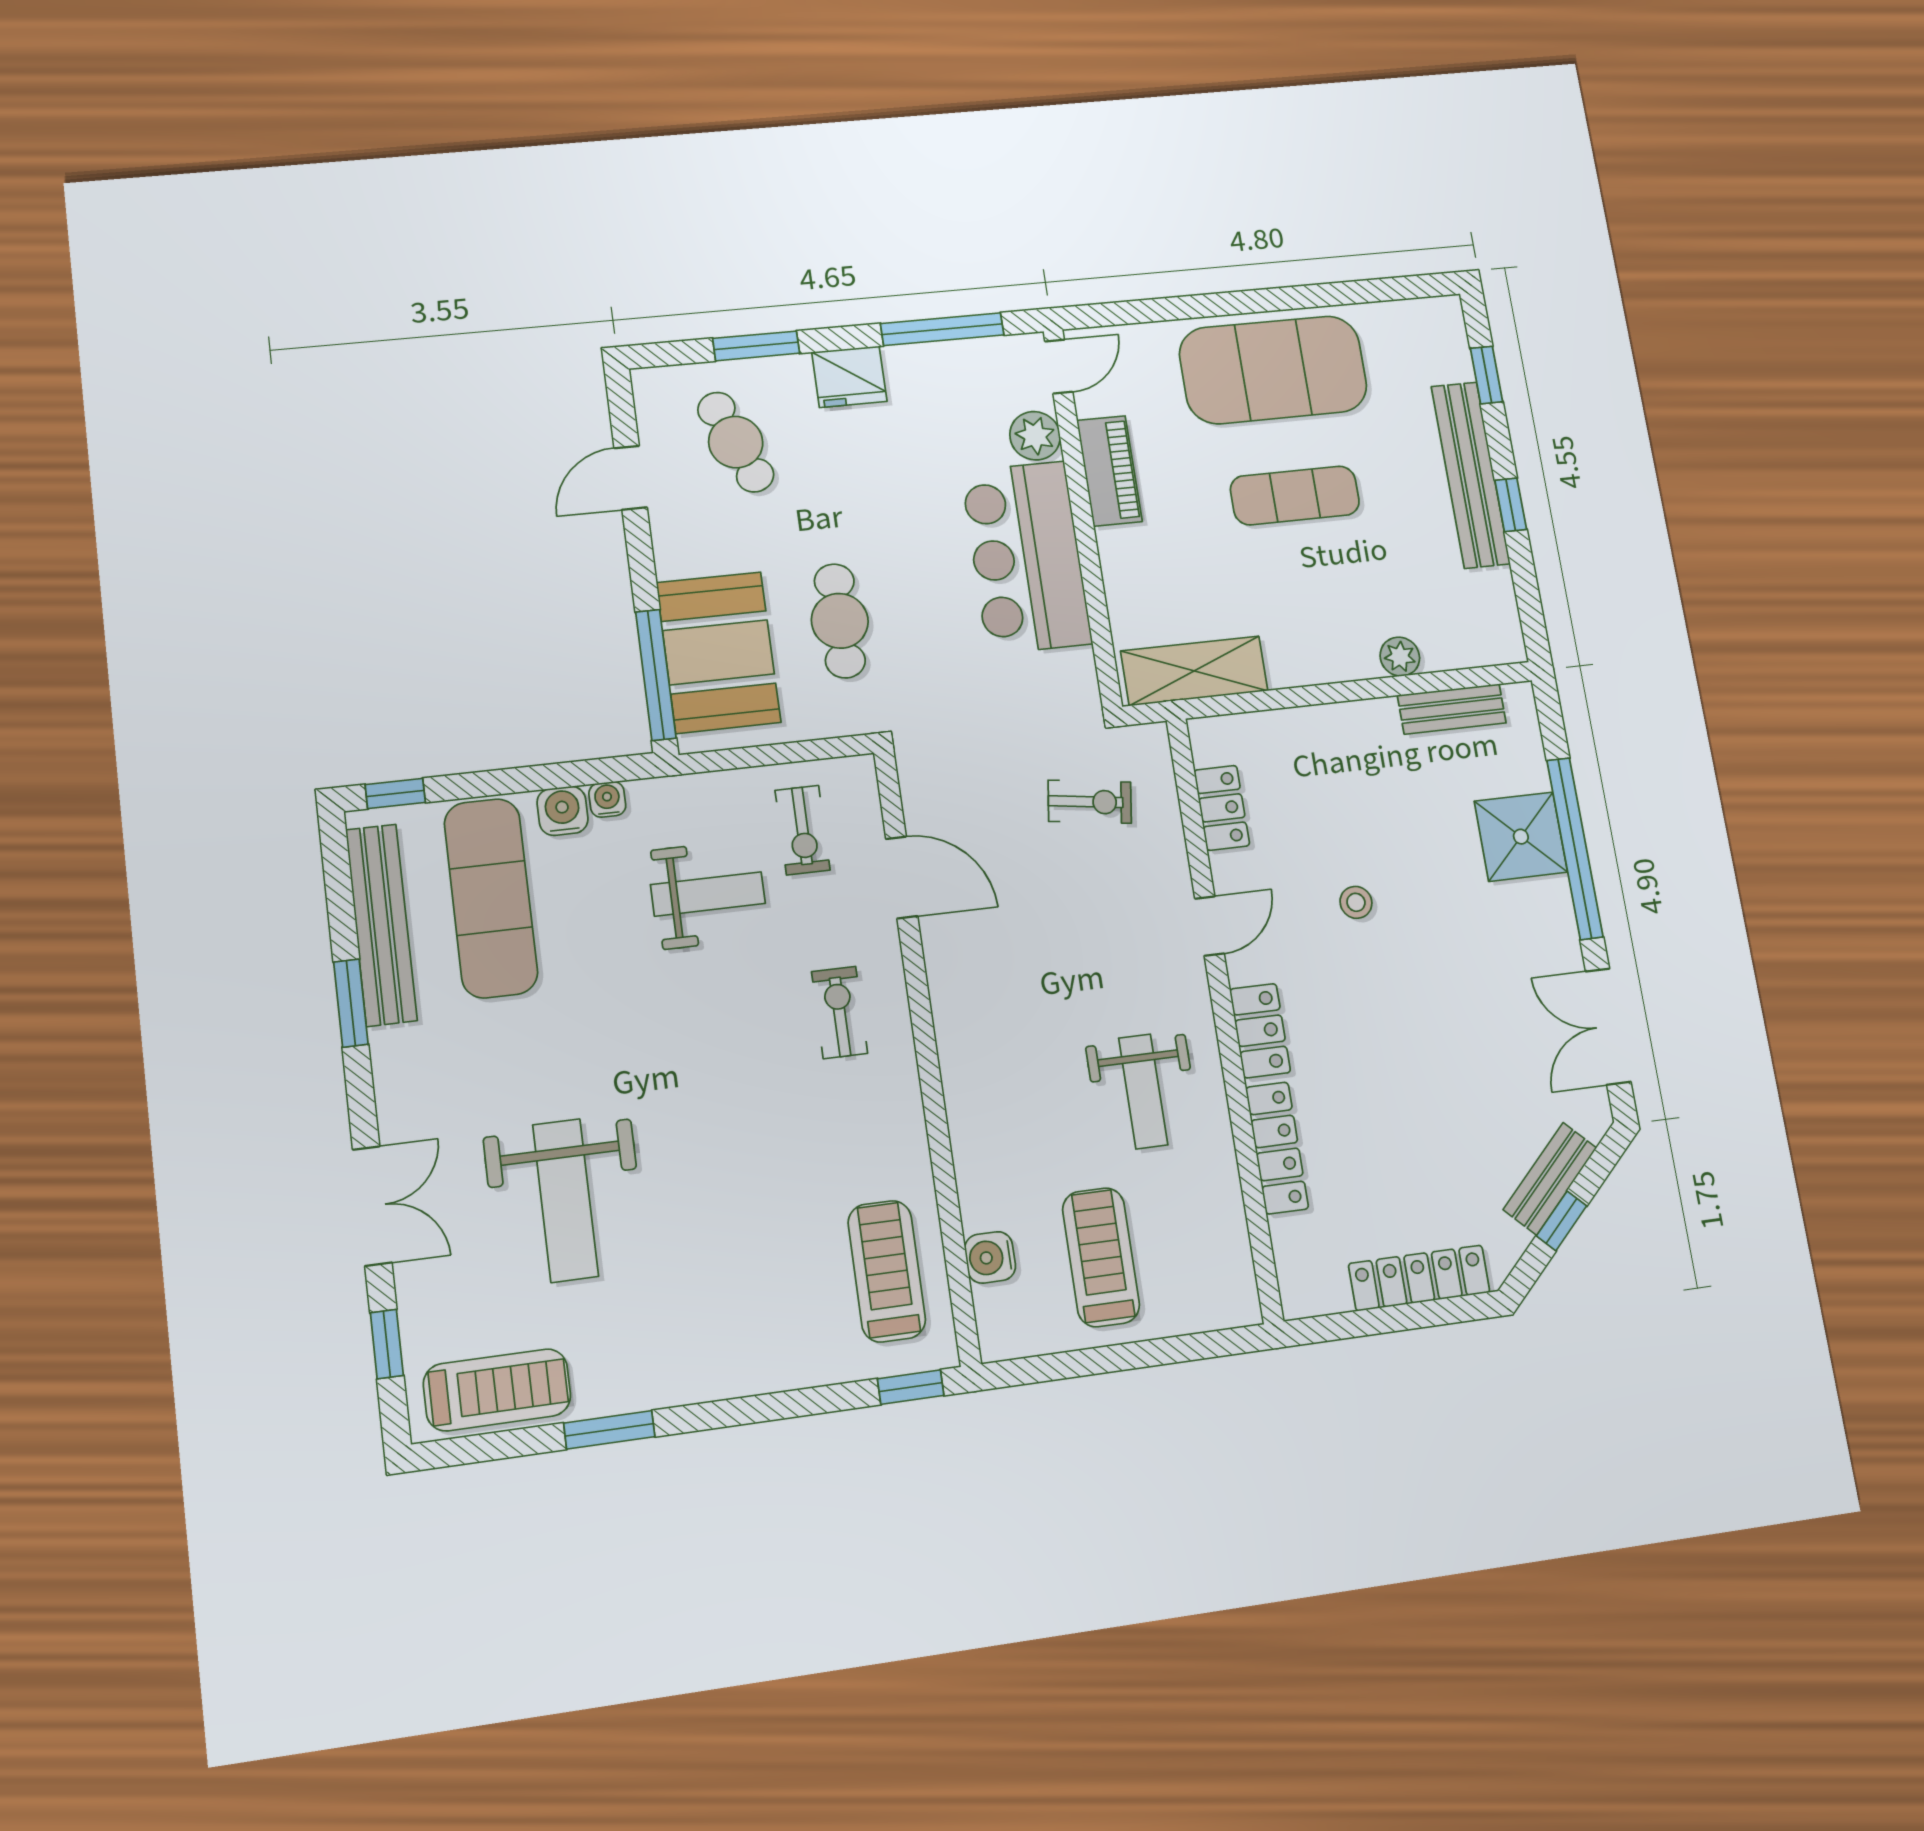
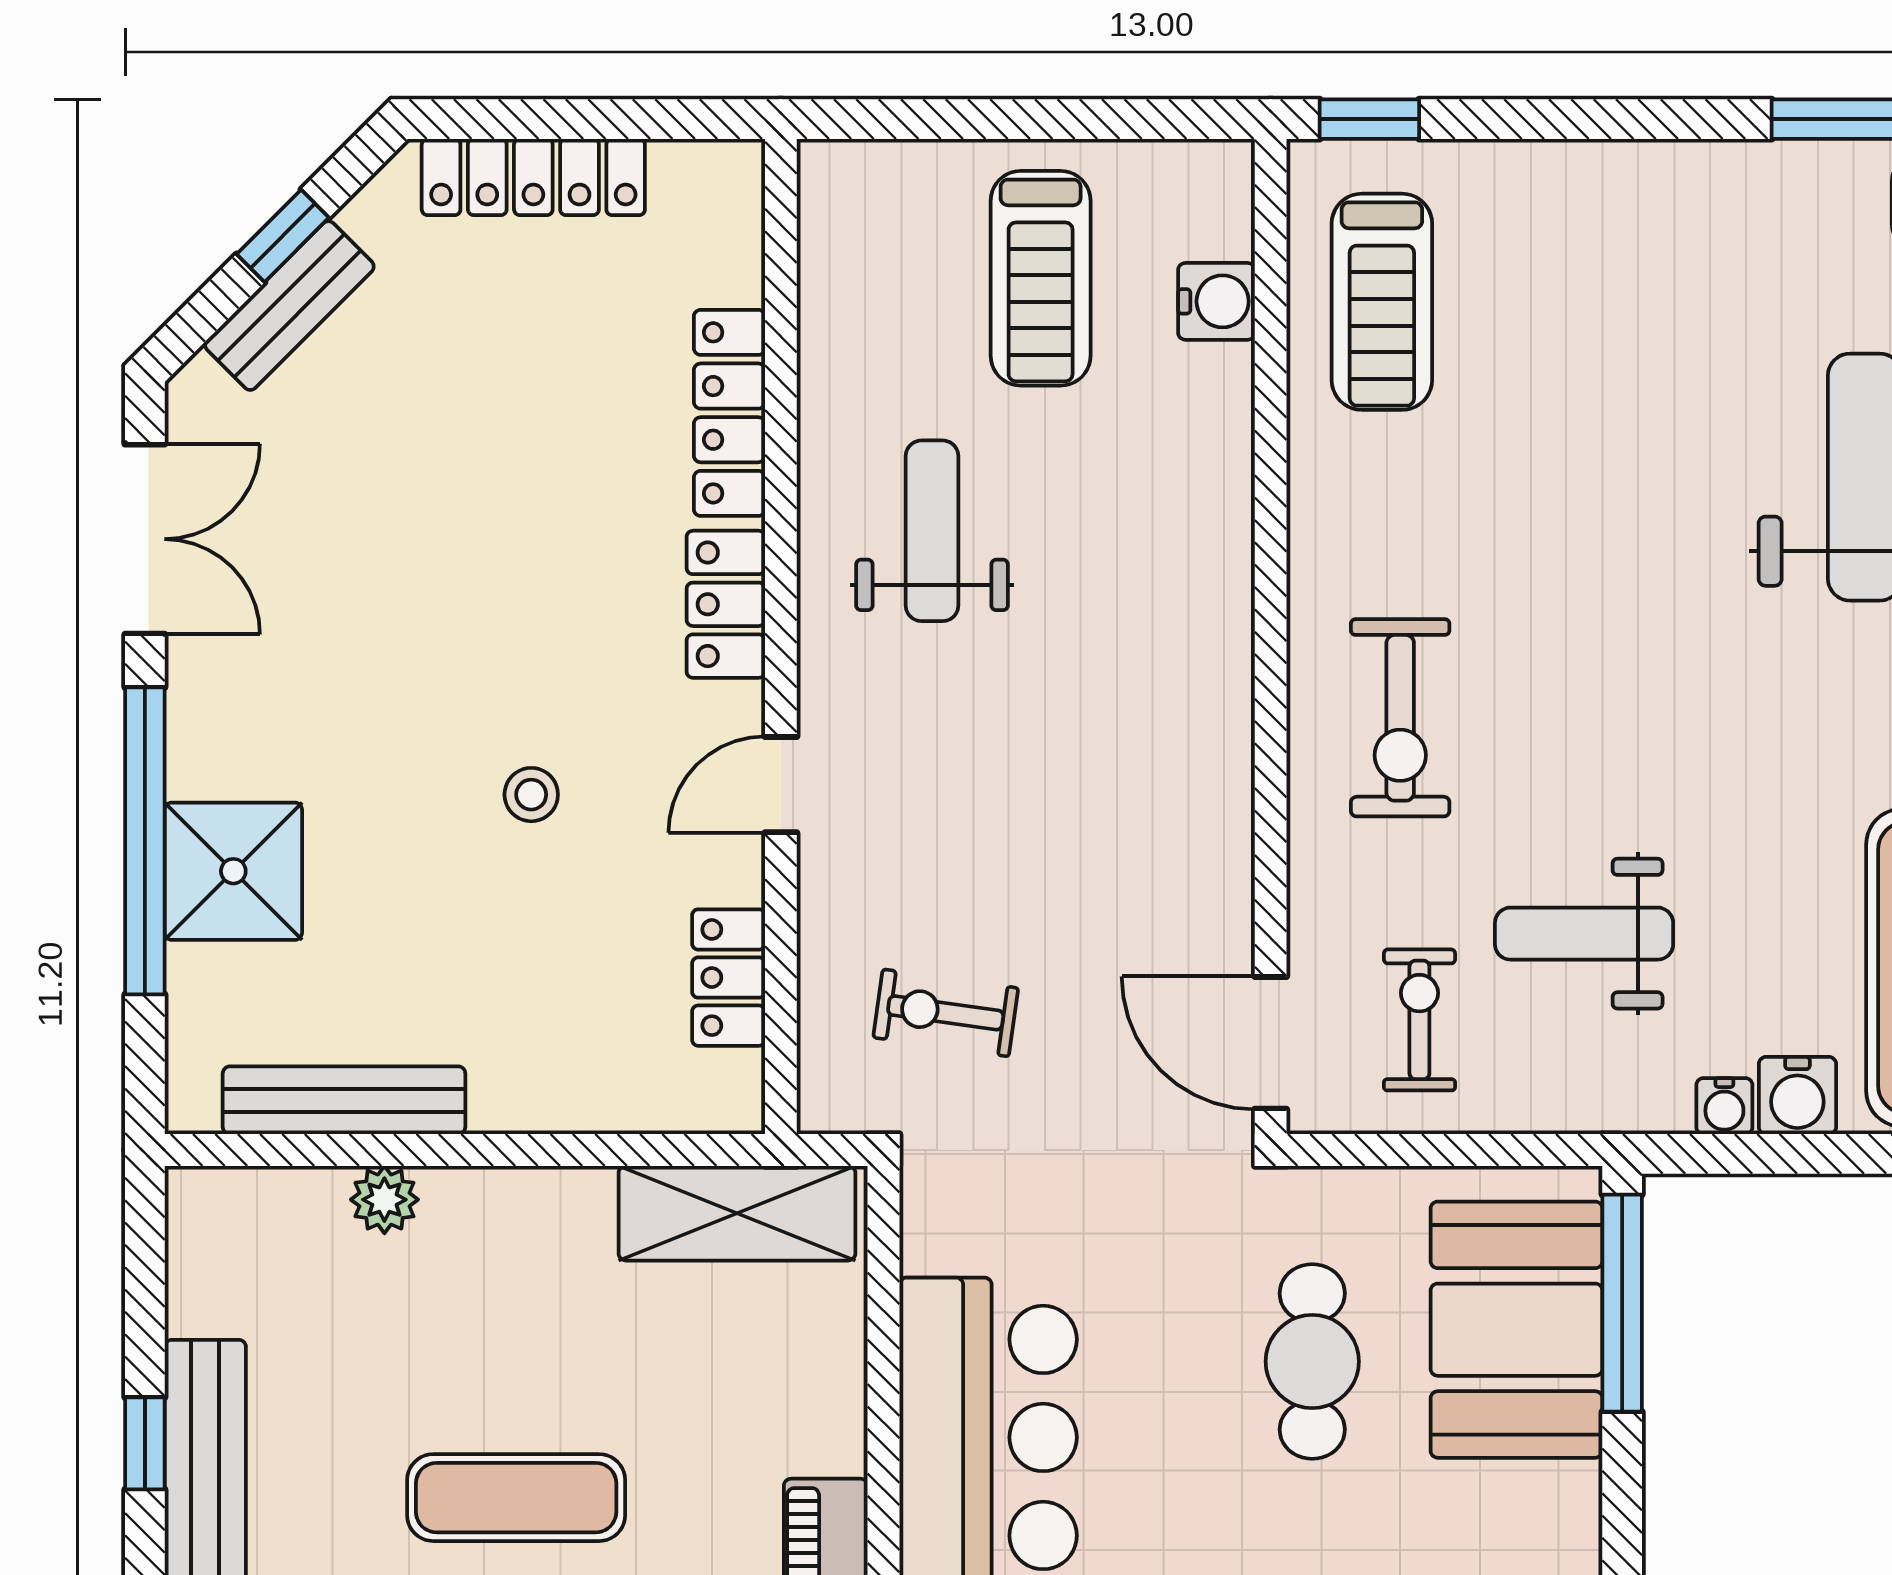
bench: (1452, 709) -> (344, 1100), width x1.36
door: (902, 877) -> (1271, 1043), moved
exercise bike: (840, 1012) -> (1400, 718), width x1.38, depth x1.39

